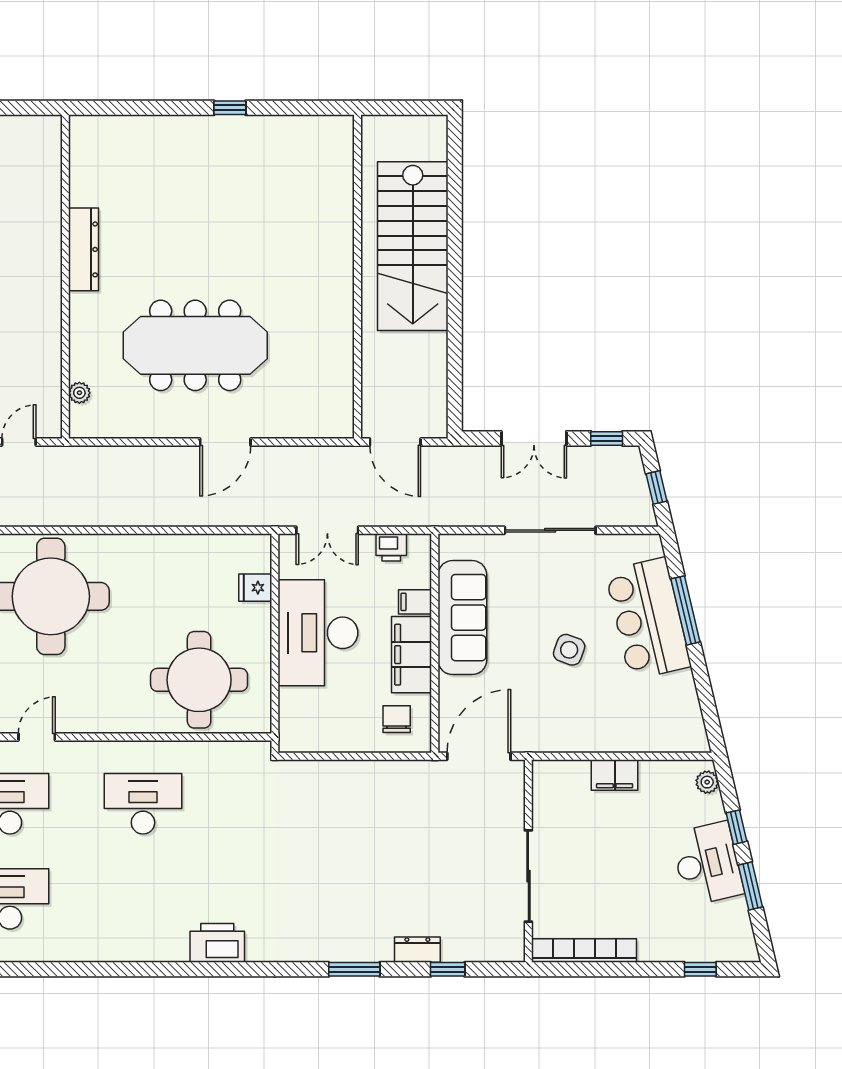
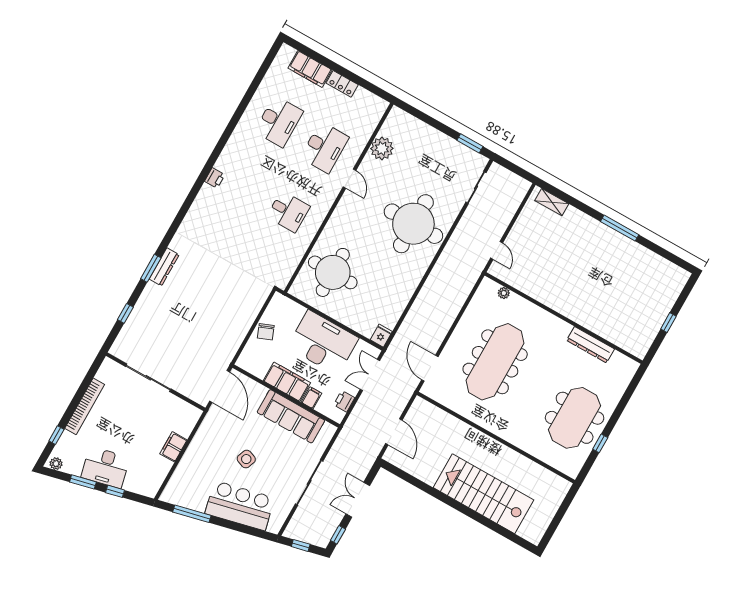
meeting table: (213, 171) -> (575, 418), added
dresser: (84, 249) -> (591, 345), moved
wall: (358, 277) -> (496, 438), moved
door: (225, 442) -> (430, 368), moved
door: (395, 442) -> (394, 432), swing flipped
fridge: (255, 588) -> (381, 336), moved
window: (685, 610) -> (192, 514), moved
chair: (397, 719) -> (266, 332), moved, turned 68
plant: (707, 782) -> (56, 464), moved
desk: (143, 804) -> (288, 212), width x0.73
printer: (217, 943) -> (215, 178), moved, width x0.53, depth x0.68
dresser: (417, 950) -> (164, 267), moved, width x1.44
bookcase: (584, 951) -> (85, 406), moved

